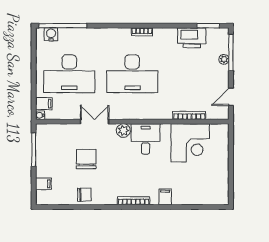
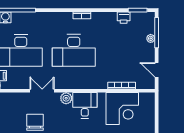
printer: (192, 38) -> (124, 18), width x0.53, depth x0.68
door: (231, 97) -> (157, 70), hinge flipped

